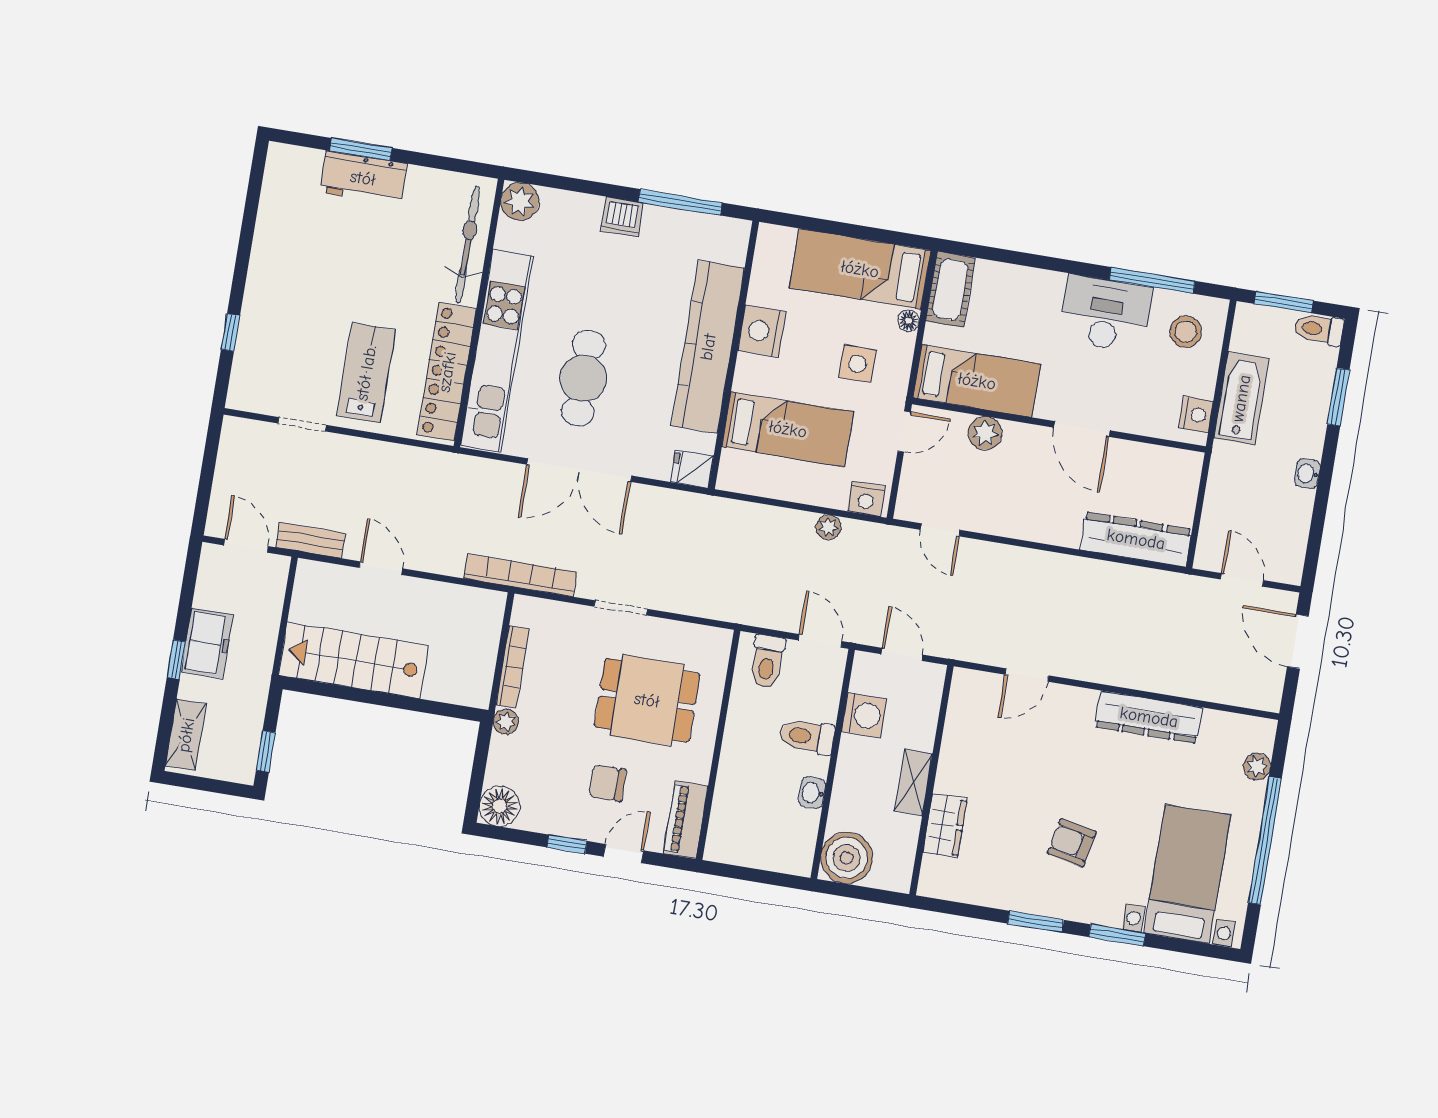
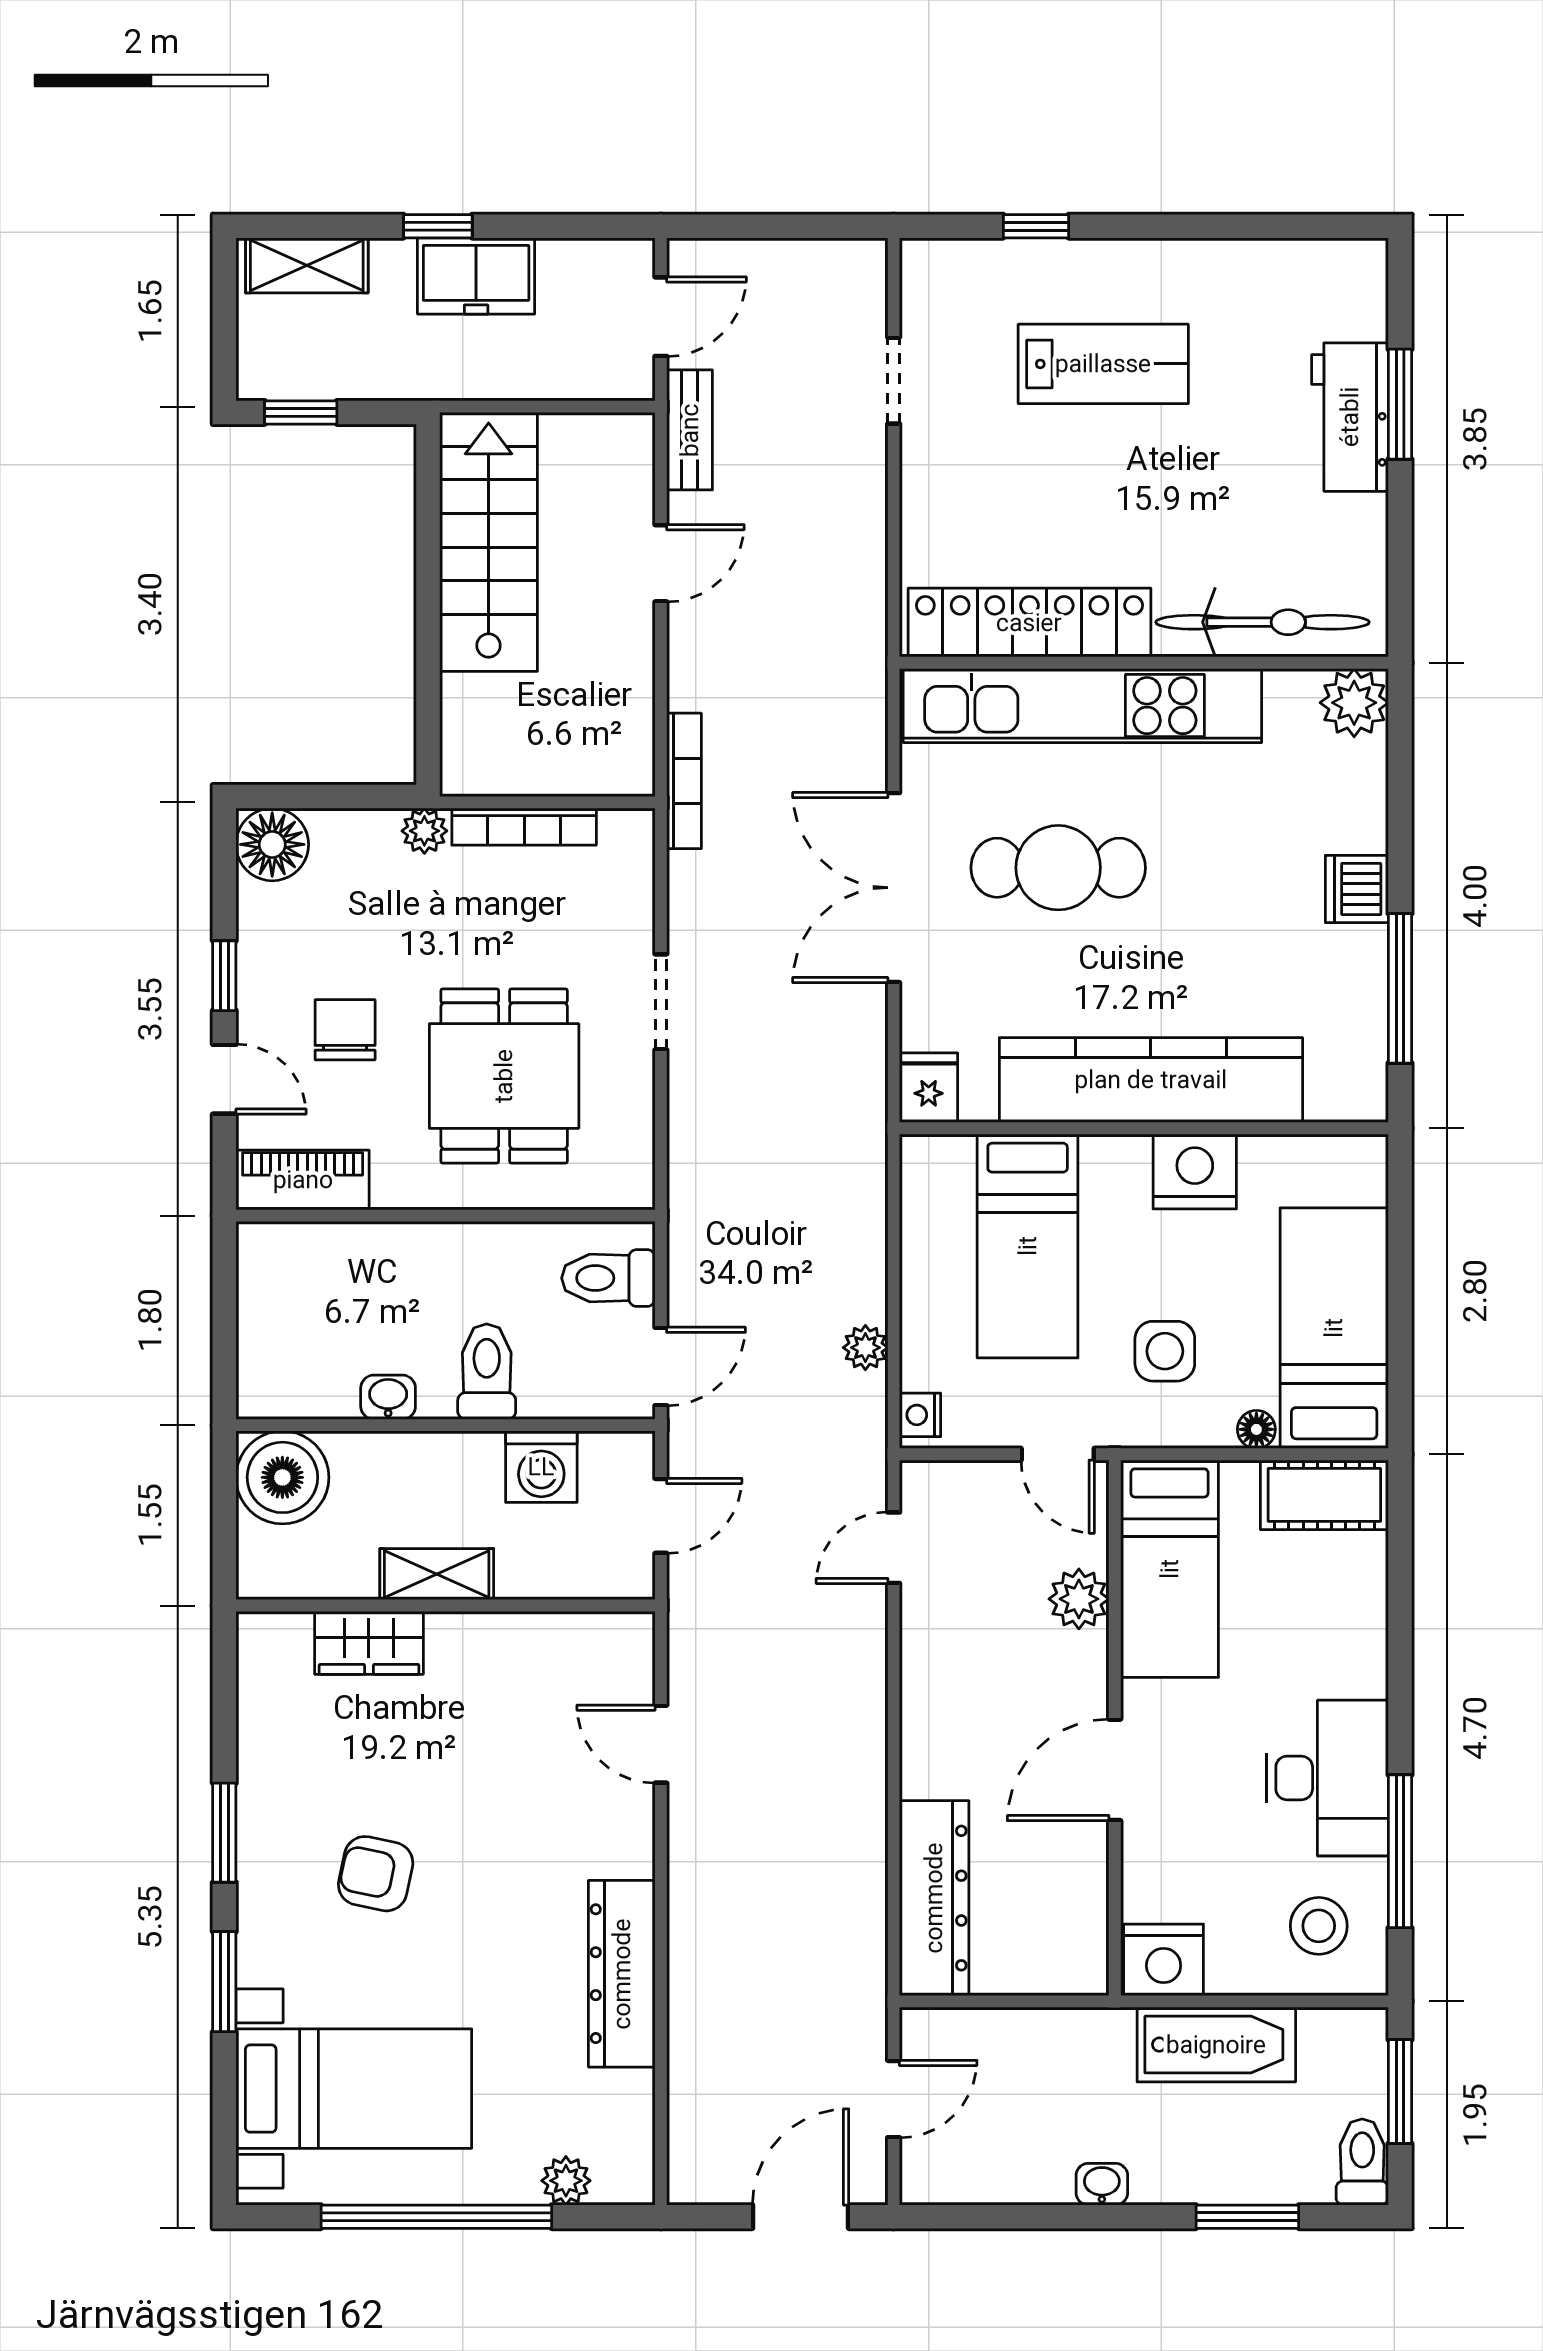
lab bench: (366, 373) -> (1103, 364), moved
nightstand: (1196, 415) -> (1164, 1960), width x1.36, depth x1.33
nightstand: (866, 499) -> (920, 1415), width x0.72, depth x0.74
bookcase: (520, 575) -> (684, 781), width x0.68, depth x0.76
armchair: (1072, 843) -> (376, 1874), turned -90

